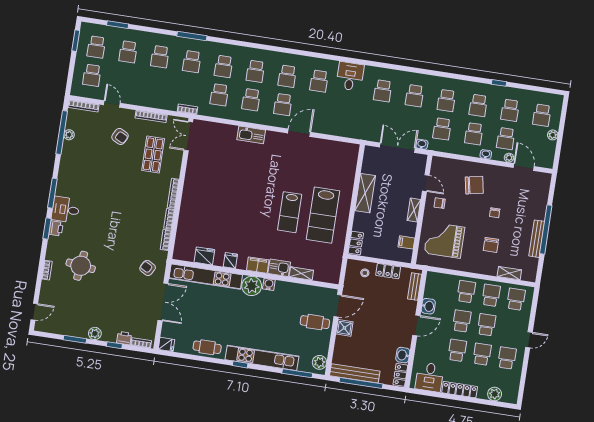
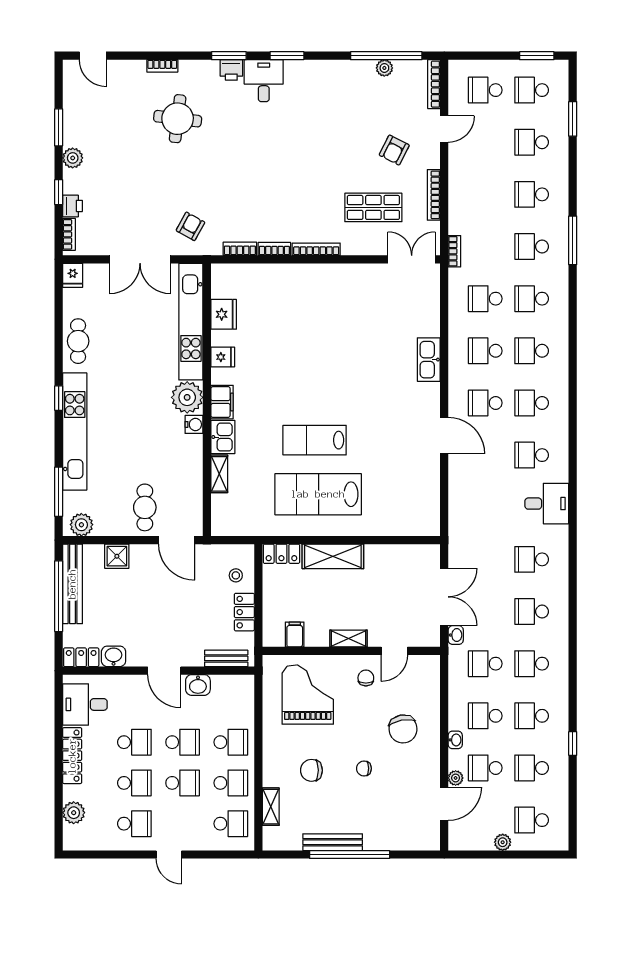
window: (52, 193) -> (287, 56), width x0.69
shelving: (365, 193) -> (333, 556), moved
shower: (344, 328) -> (117, 556), moved

